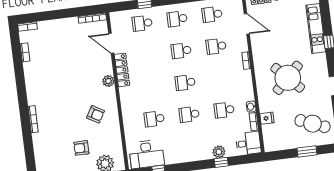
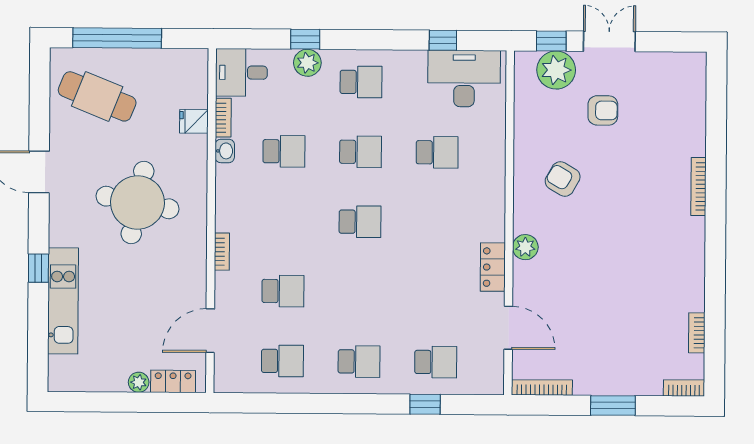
window: (59, 14) -> (613, 406), added
door: (247, 24) -> (210, 331), hinge flipped
school desk: (181, 51) -> (361, 82), moved
locker: (122, 70) -> (493, 267), width x0.66
round table: (288, 78) -> (138, 202), turned -35
window: (307, 151) -> (117, 38), width x2.11

